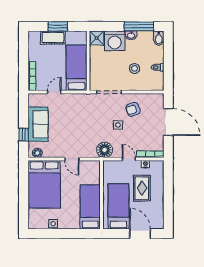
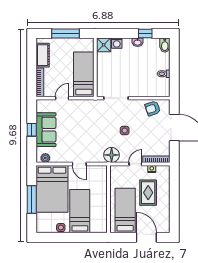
window: (58, 26) -> (65, 33), width x1.44
window: (139, 26) -> (145, 33), width x0.46
cot: (53, 37) -> (43, 55), moved, turned 90
washing machine: (115, 41) -> (117, 43), width x0.53, depth x0.53
stool: (135, 68) -> (141, 75), removed
armchair: (133, 109) -> (153, 108), moved
window: (24, 135) -> (32, 130), moved
door: (129, 159) -> (135, 164), hinge flipped
window: (24, 195) -> (32, 200), added
bed: (90, 207) -> (80, 211), moved

